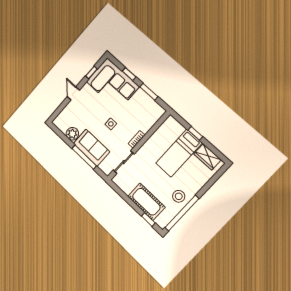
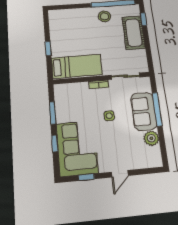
bed: (179, 153) -> (77, 66), moved
wardrobe: (207, 157) -> (56, 25), removed

